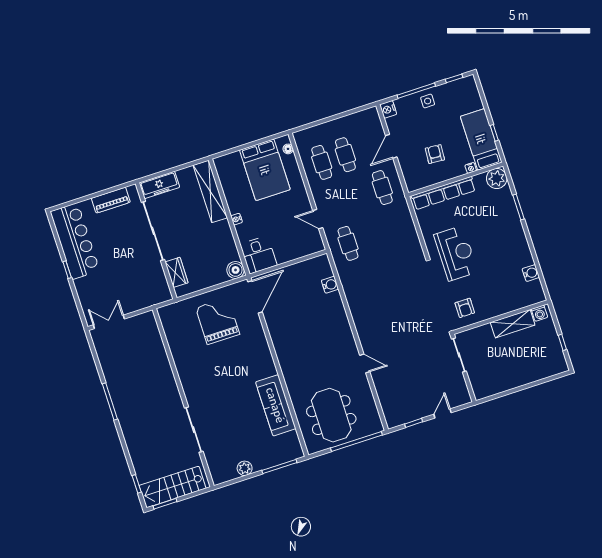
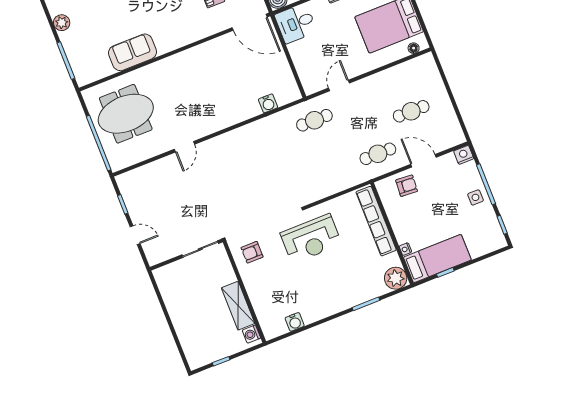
armchair: (435, 154) -> (407, 186), moved
cafe table: (322, 162) -> (401, 86), removed
sofa: (276, 405) -> (133, 52), width x0.73

